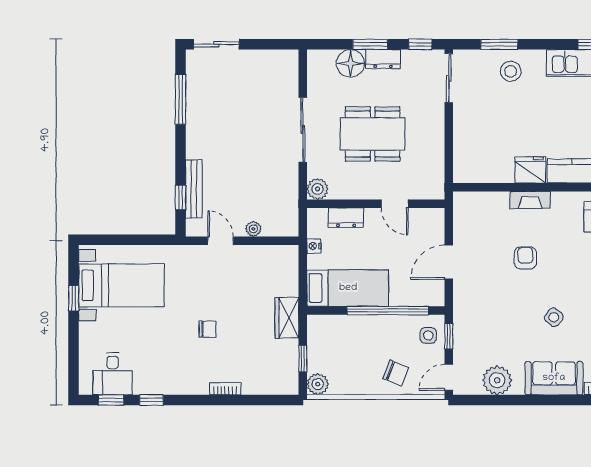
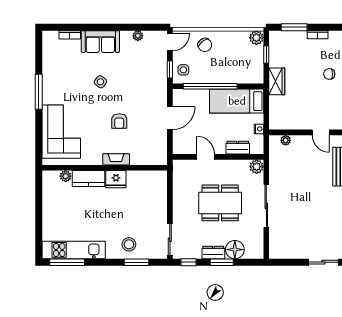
plant: (253, 229) -> (286, 140), moved
chair: (396, 373) -> (205, 45), turned -151
plant: (497, 380) -> (138, 36), width x0.53, depth x0.53
window: (261, 400) -> (294, 27), added

